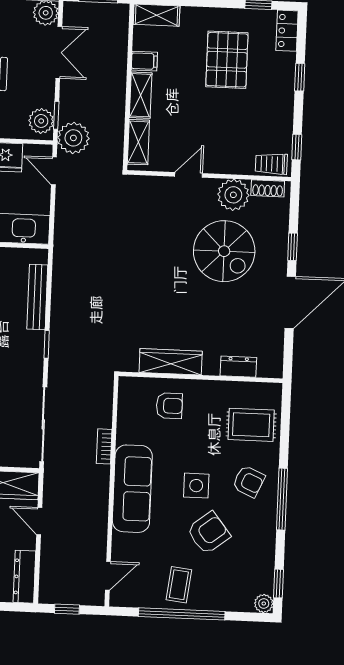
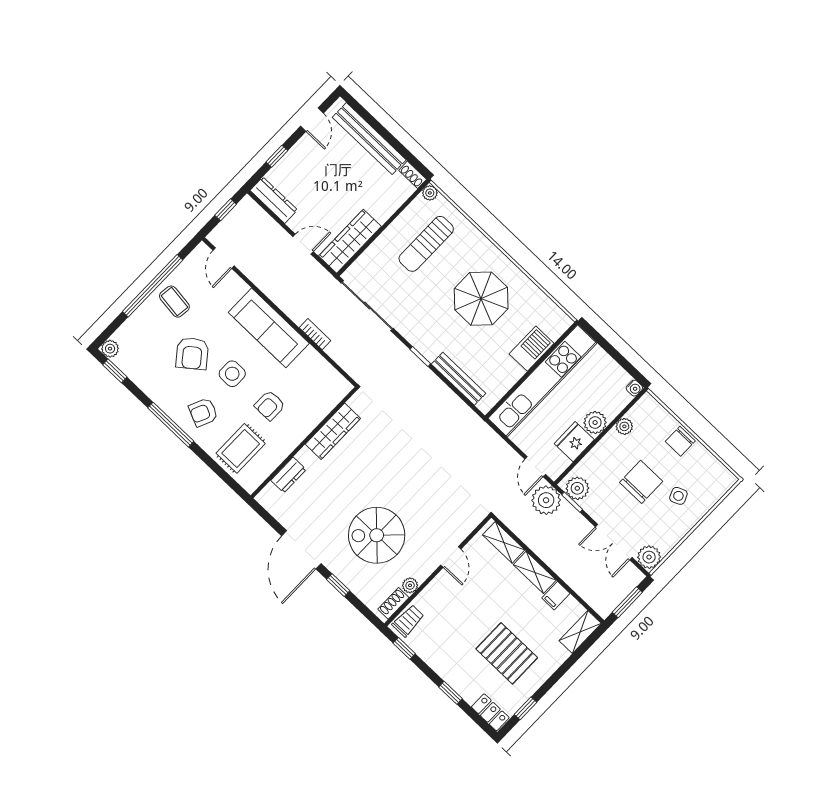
door: (54, 171) -> (535, 467), swing flipped
plant: (233, 195) -> (410, 585), width x0.53, depth x0.53
armchair: (169, 406) -> (270, 405), moved

